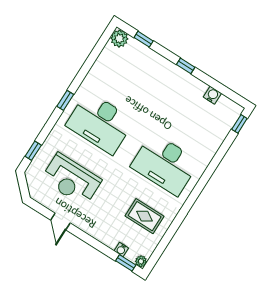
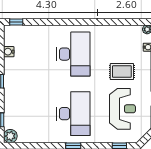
rug: (145, 216) -> (122, 72), moved, turned 90

